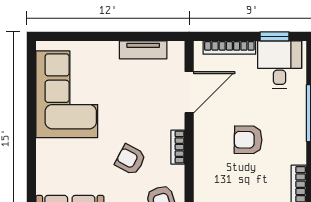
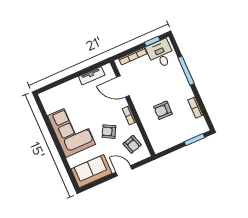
door: (189, 92) -> (123, 86), swing flipped
corner sofa: (67, 94) -> (72, 130), moved
armchair: (248, 140) -> (163, 110), moved

